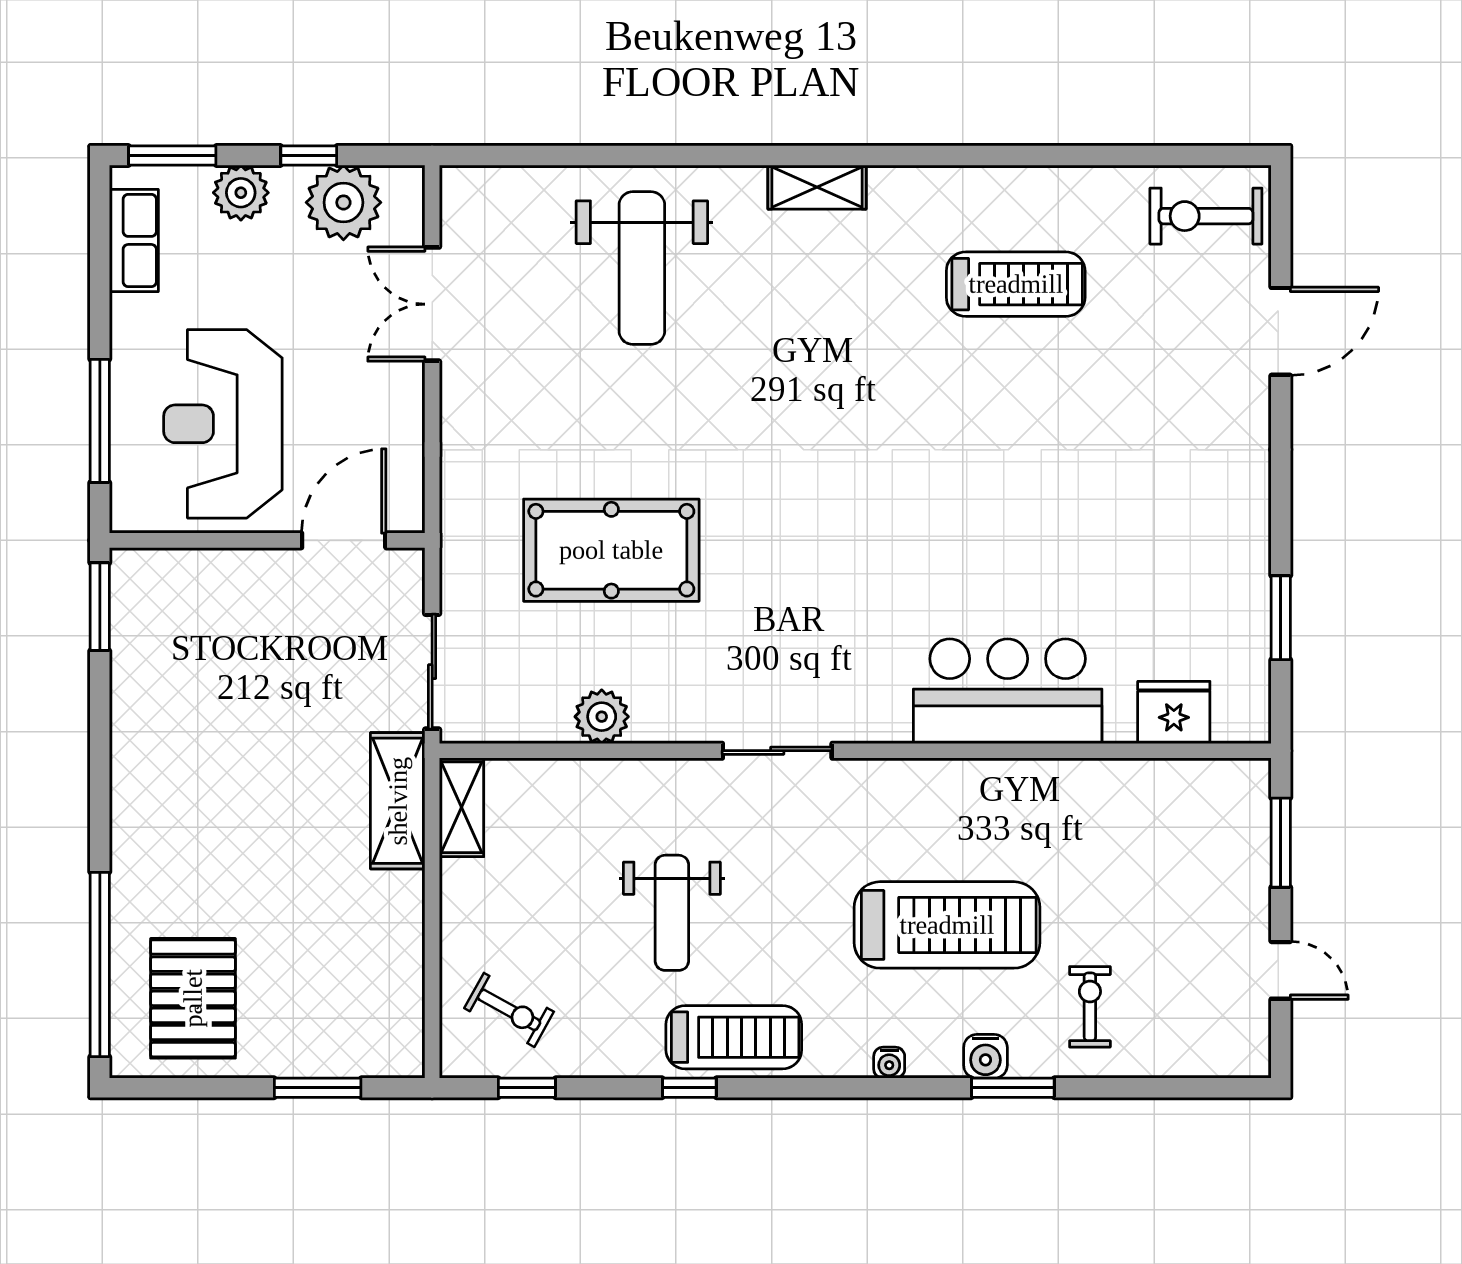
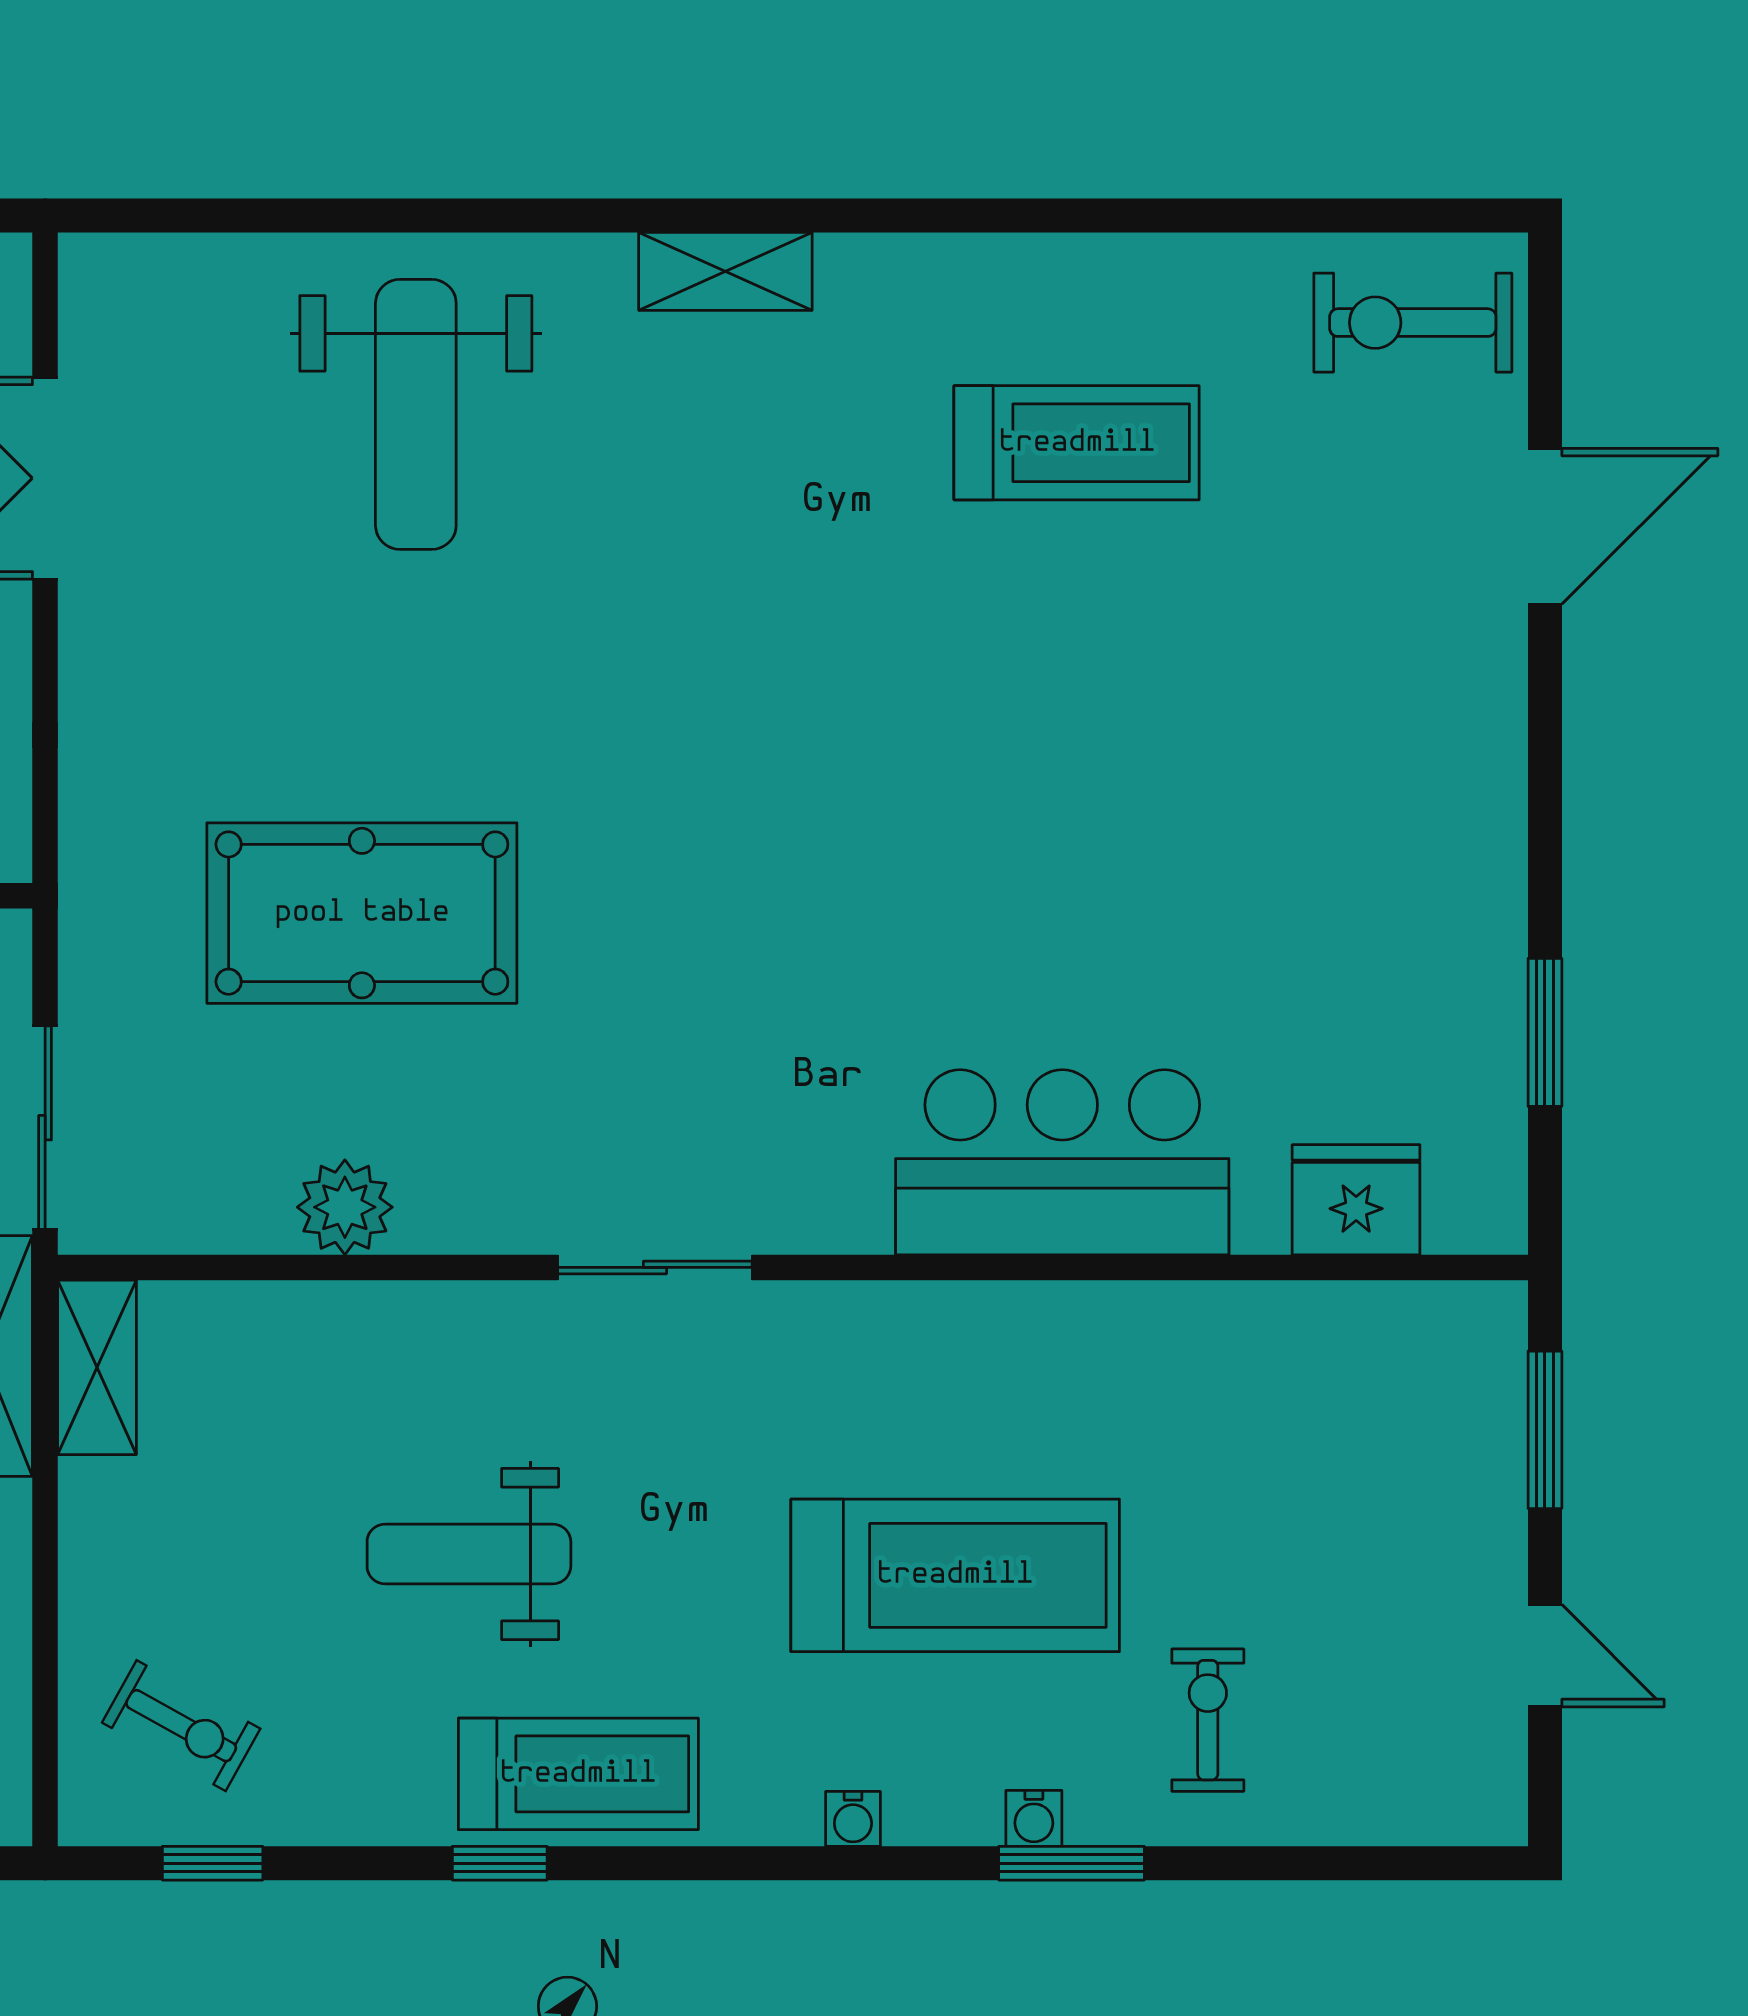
weight bench: (672, 913) -> (469, 1554), turned 90
water cooler: (985, 1056) -> (1034, 1818), width x0.72, depth x0.72

